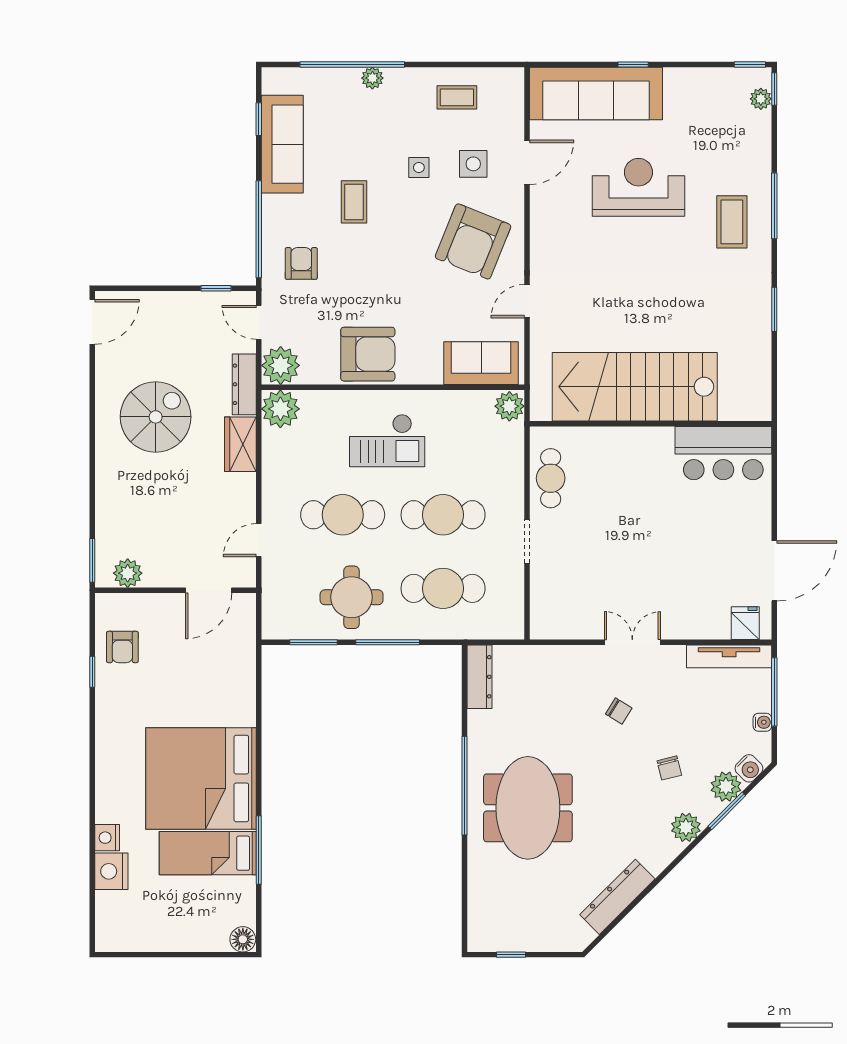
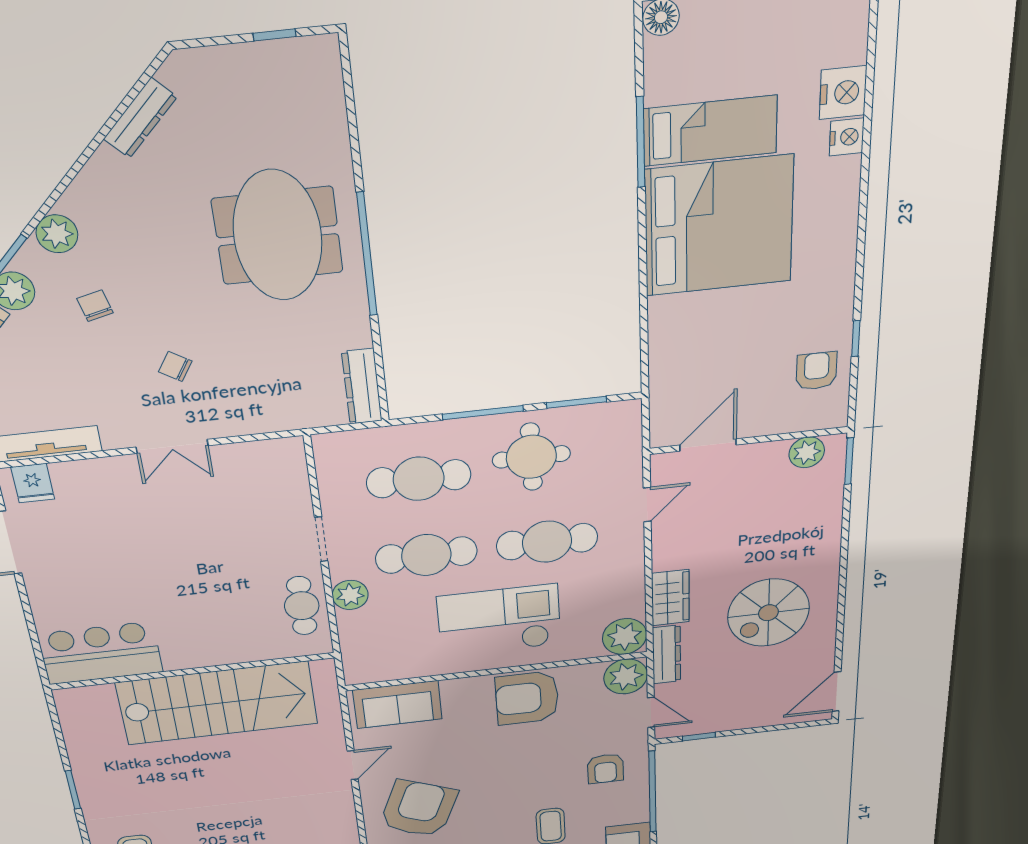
plant: (509, 406) -> (350, 595), moved
checkout: (387, 440) -> (499, 621), width x1.36, depth x1.21
dresser: (617, 897) -> (140, 118), width x0.73, depth x0.80

